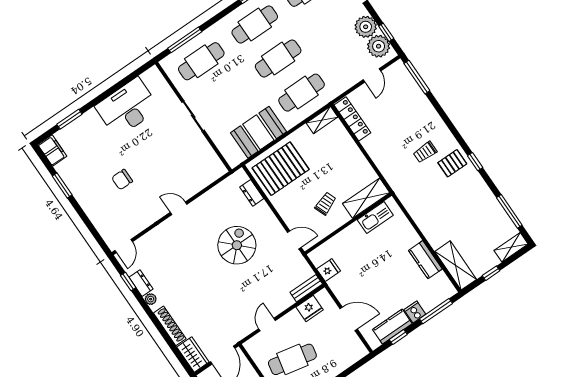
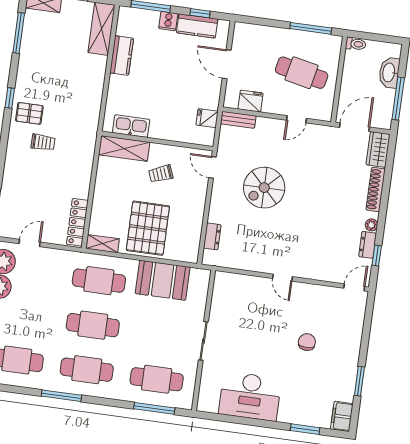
pallet: (281, 169) -> (148, 228), moved, turned 90
chair: (122, 180) -> (307, 342), turned -90
spiral stairs: (237, 245) -> (264, 188), moved

